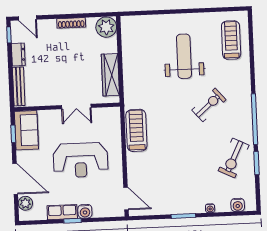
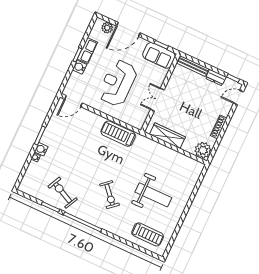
treadmill: (136, 130) -> (118, 134), turned 180
water cooler: (238, 205) -> (41, 149), moved

